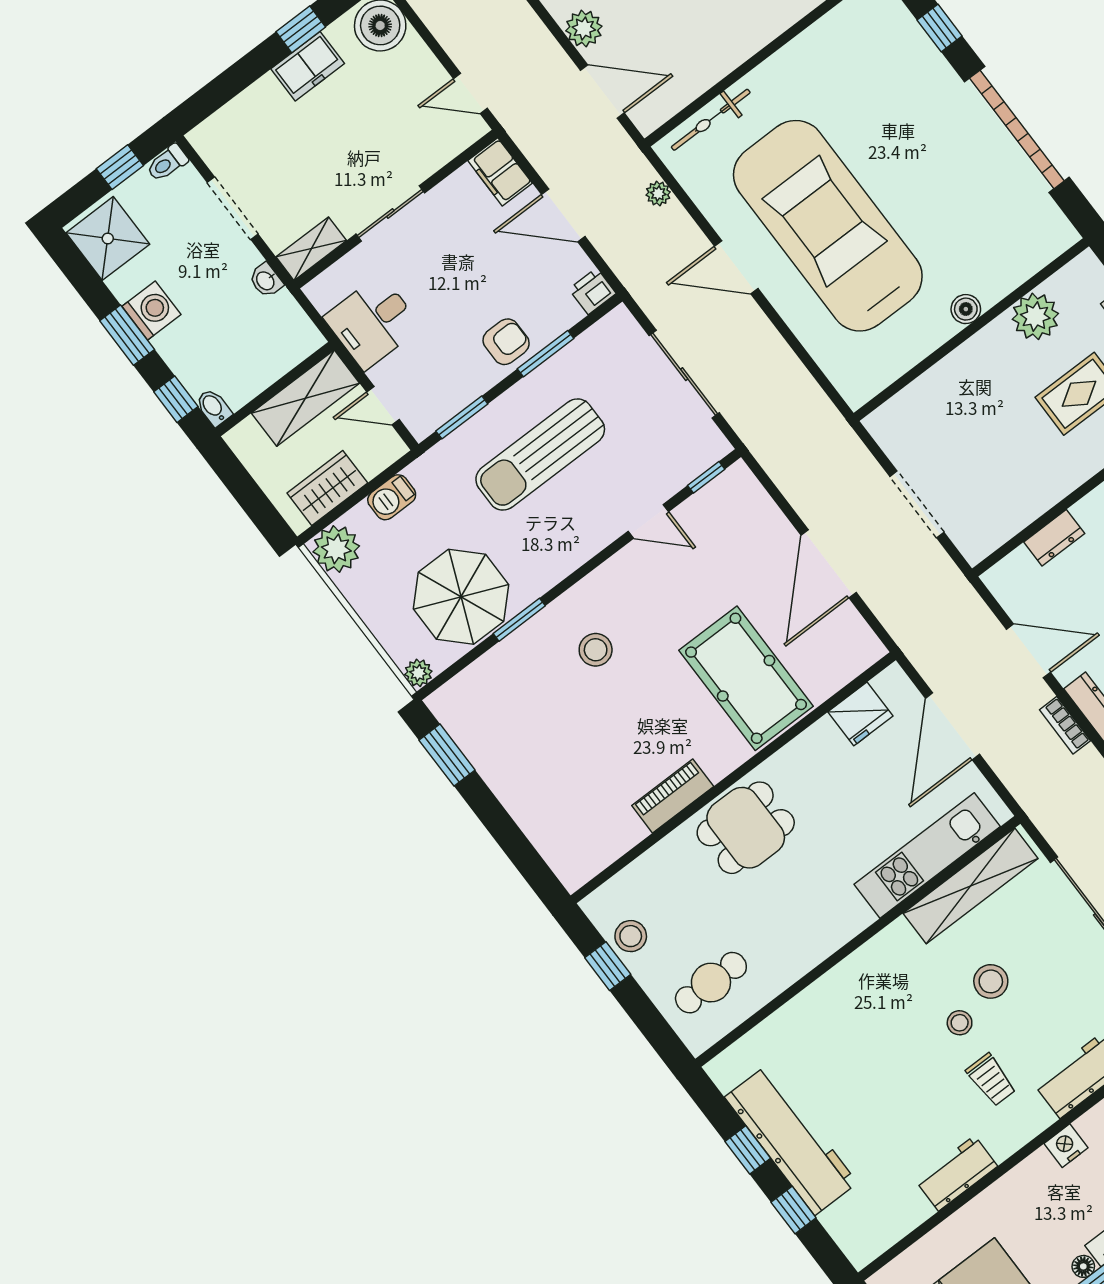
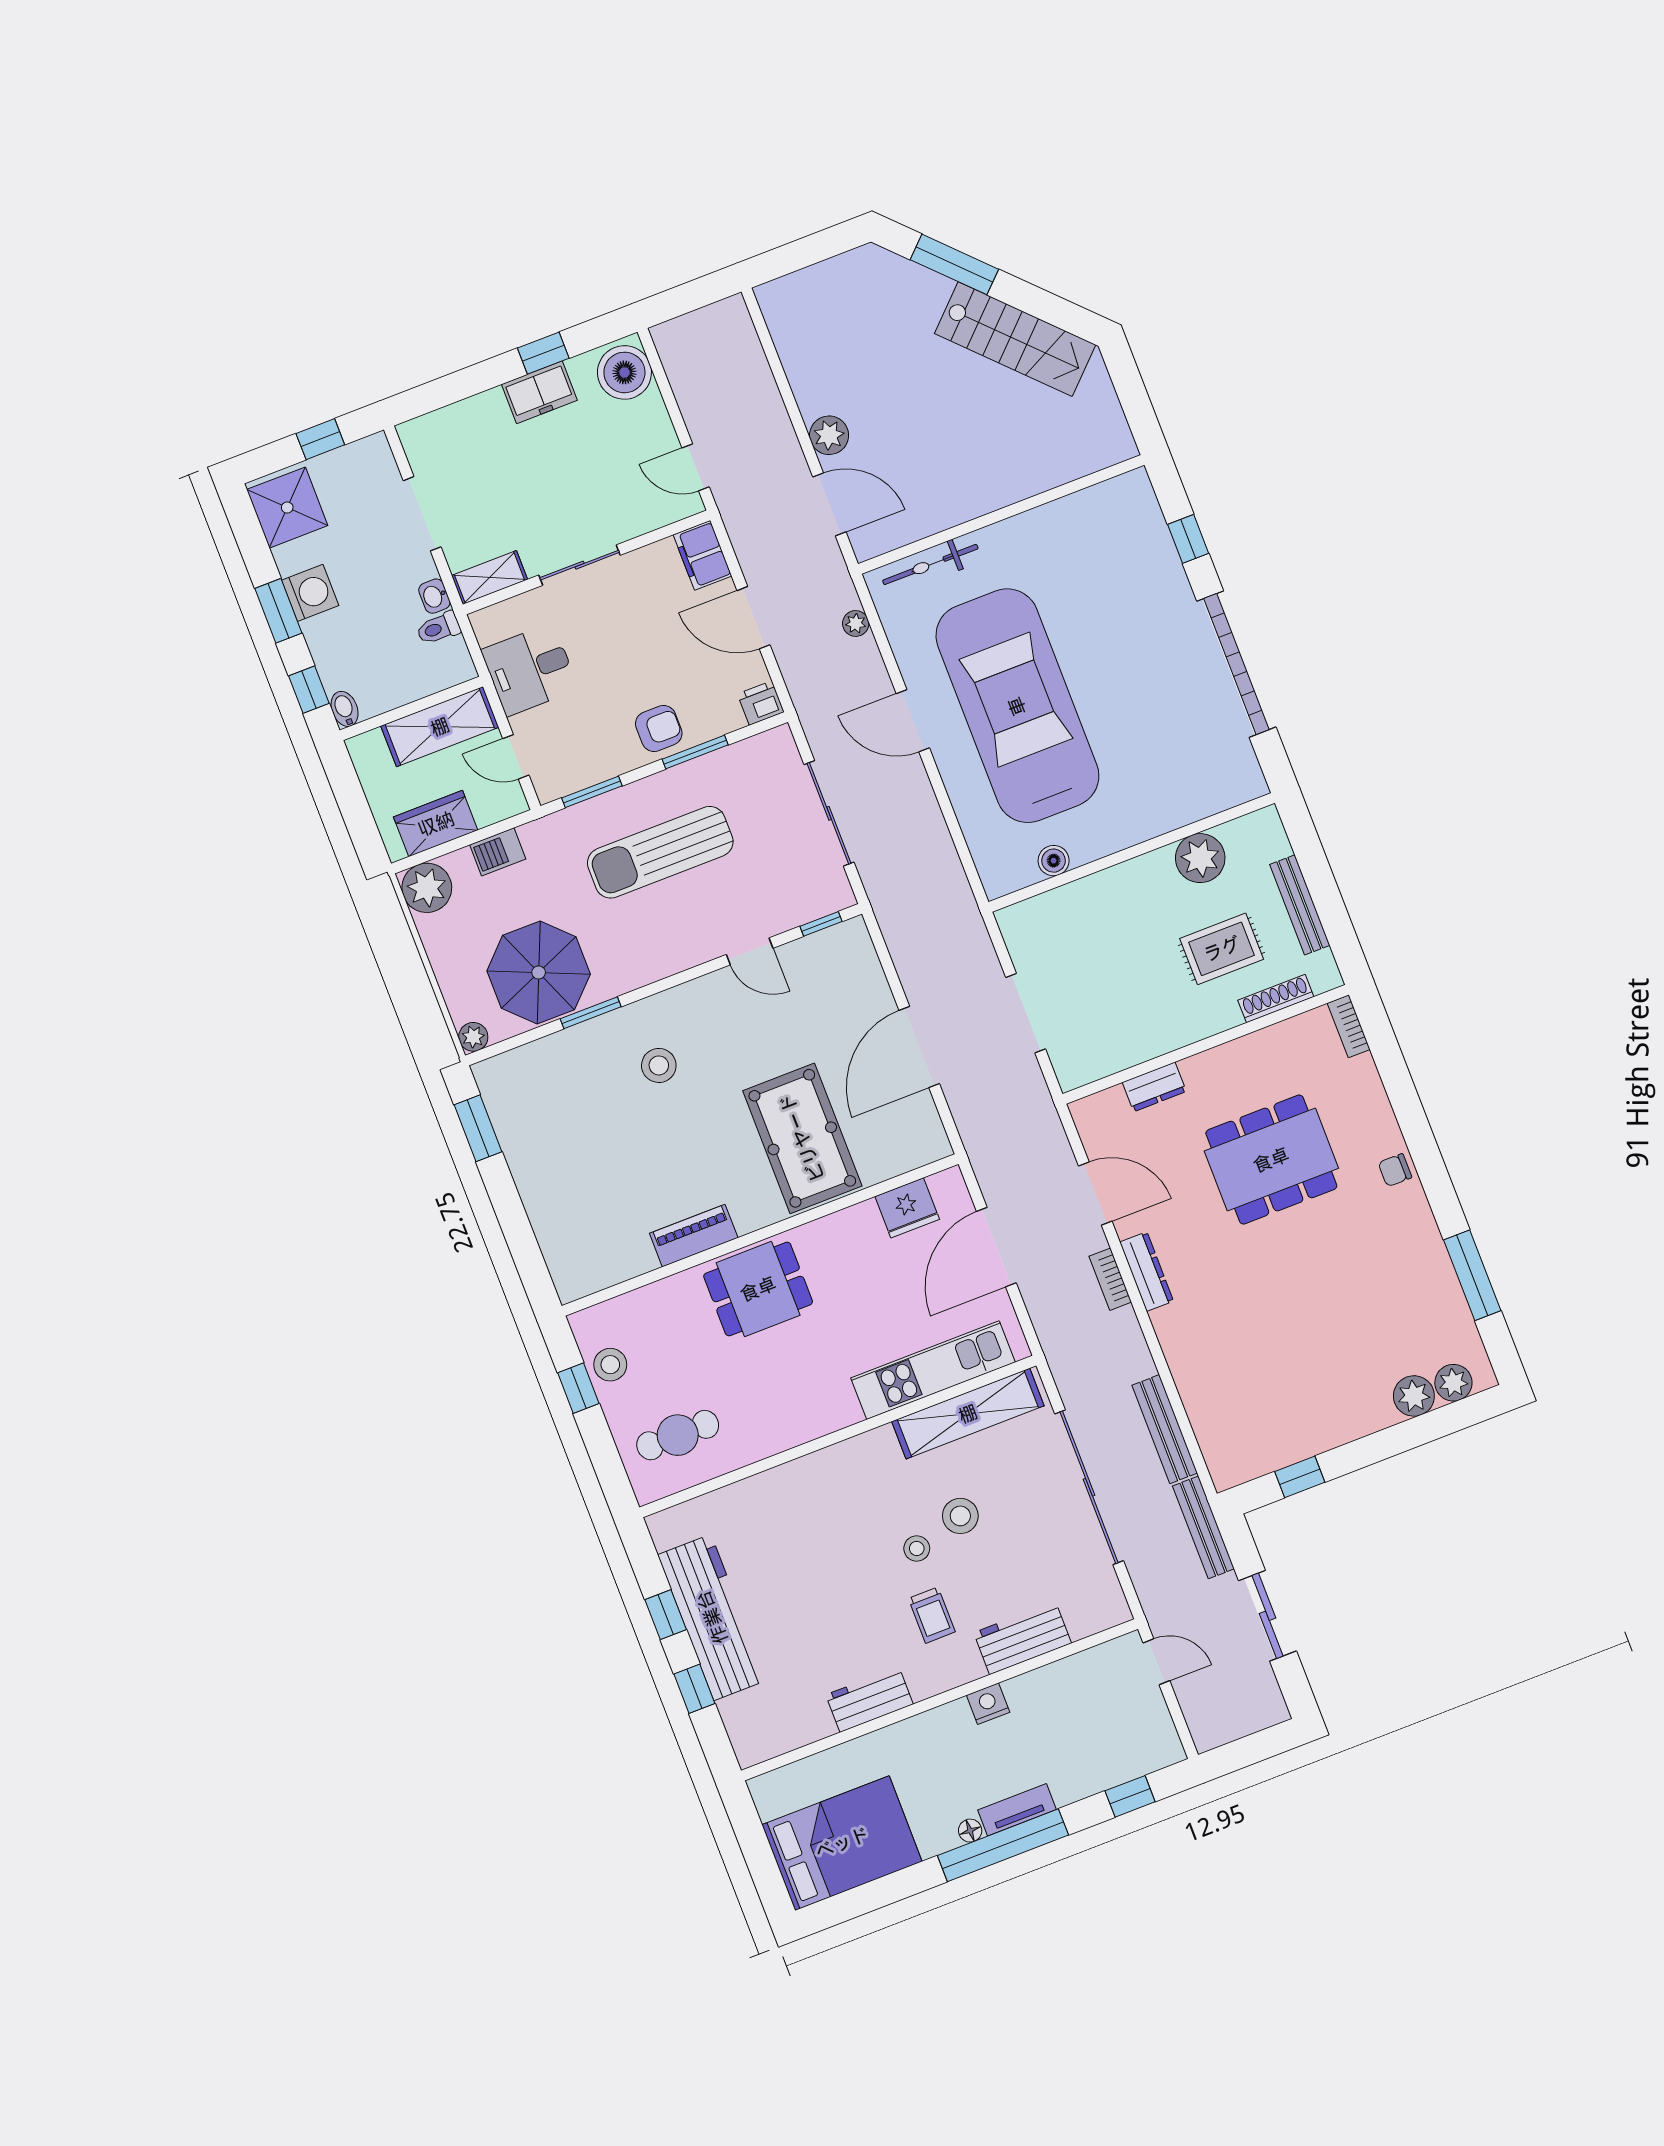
toilet: (167, 163) -> (439, 628), moved
boiler: (966, 309) -> (1054, 861), moved

